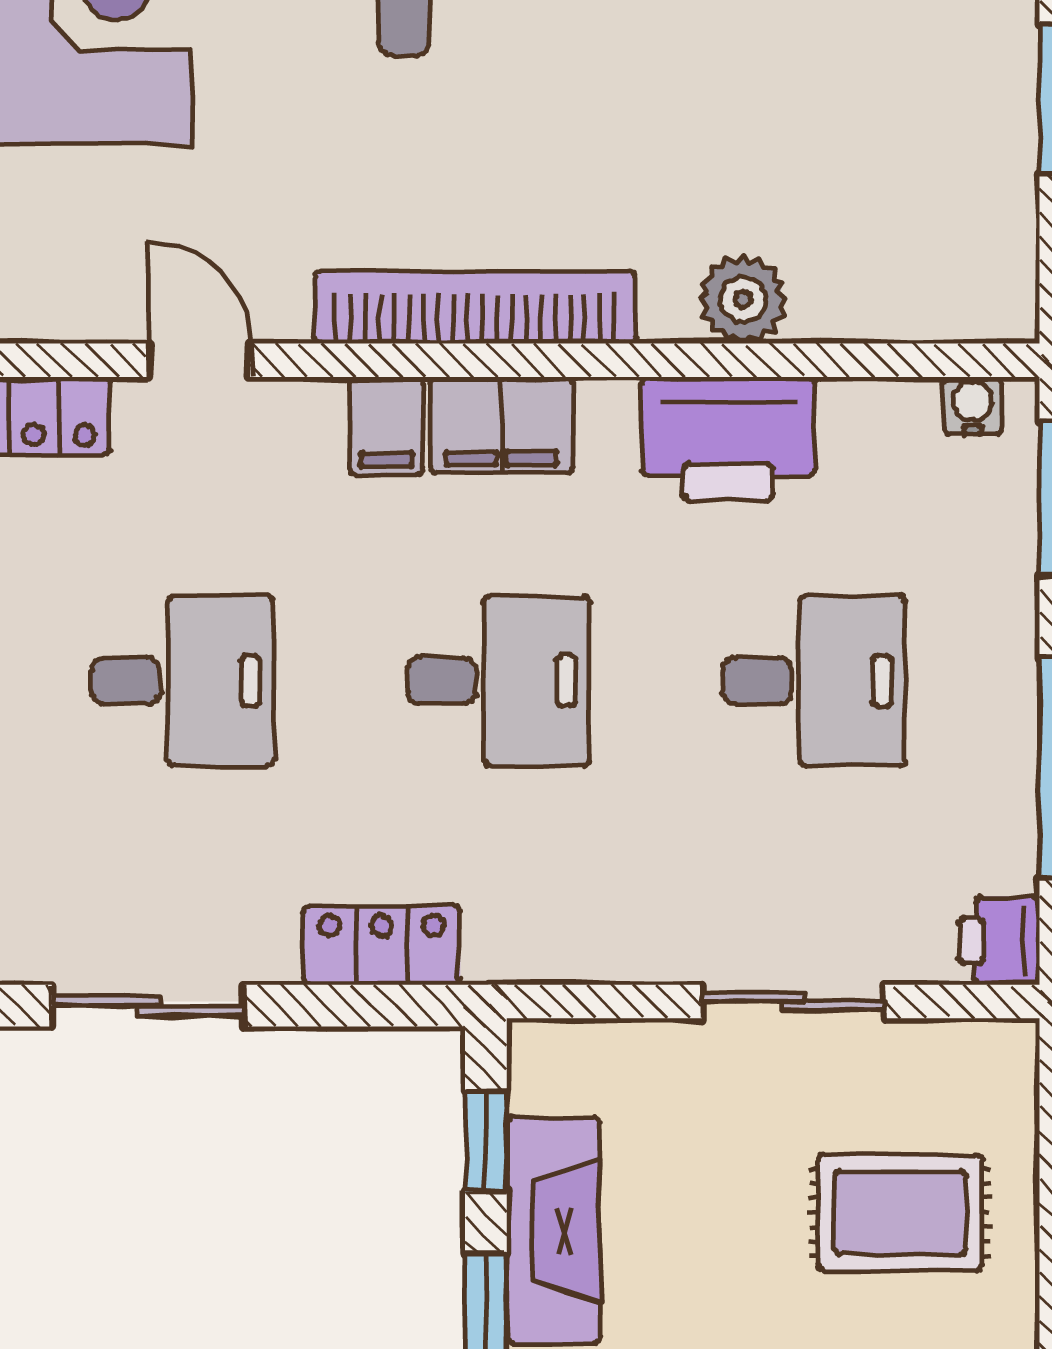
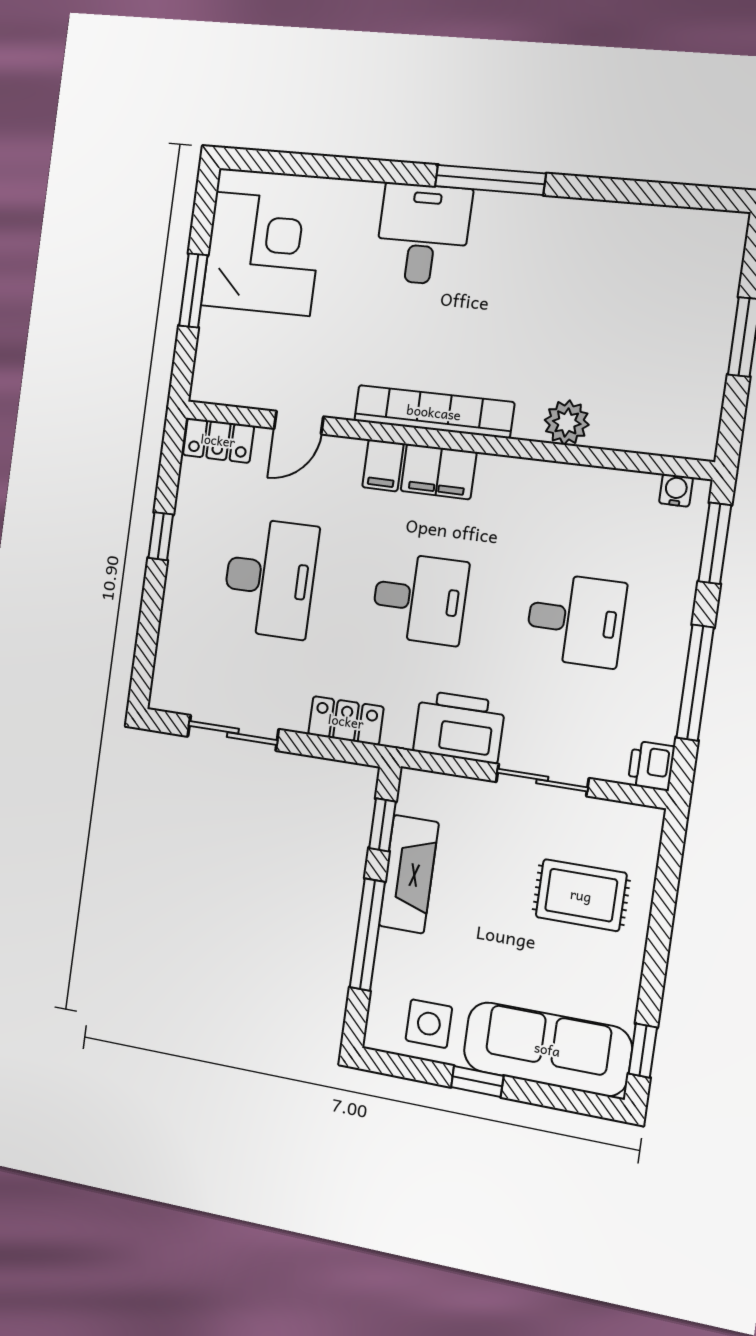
door: (199, 360) -> (299, 423), swing flipped
printer: (728, 439) -> (459, 727), moved, turned 180
desk: (183, 681) -> (270, 578), width x1.37

